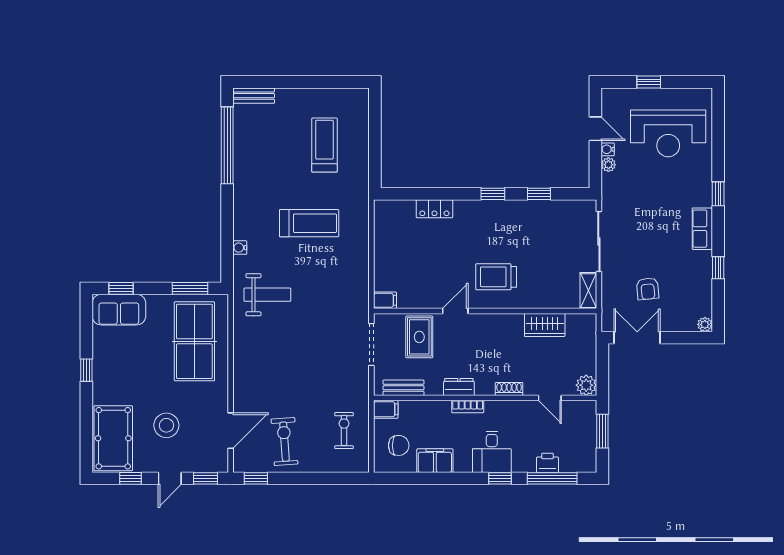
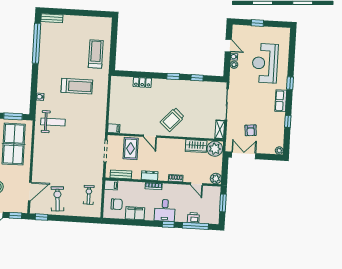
reception desk: (668, 133) -> (265, 63), moved, turned 90
treadmill: (324, 145) -> (96, 54), moved
trolley: (496, 277) -> (172, 120), turned -48
door: (455, 311) -> (150, 136), swing flipped
plant: (581, 328) -> (215, 149), added

